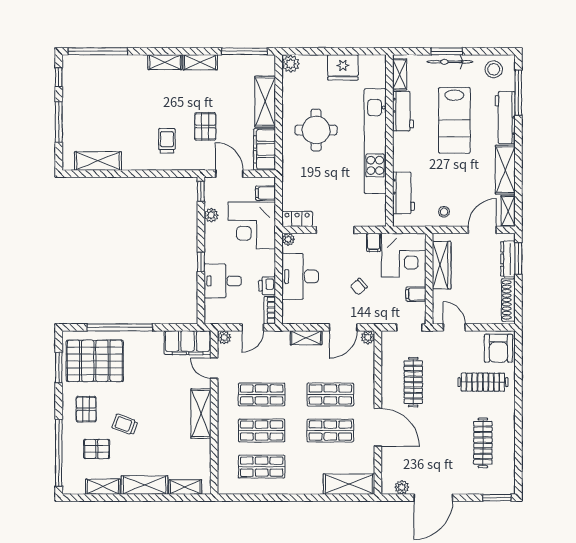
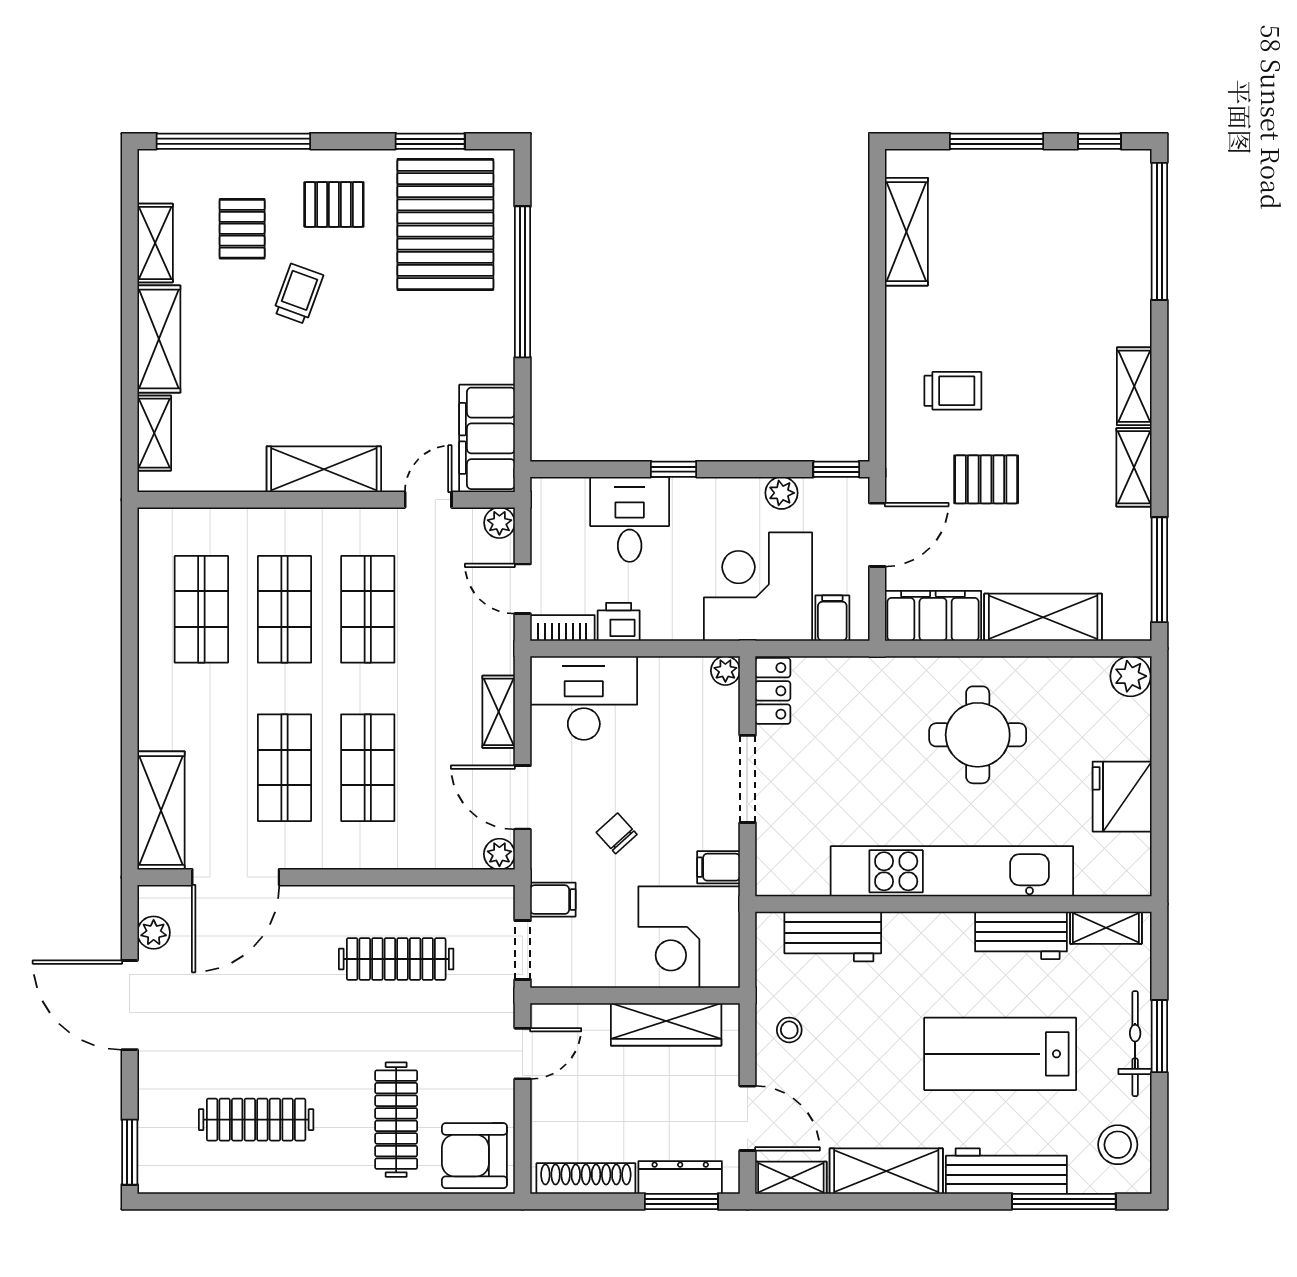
desk: (300, 276) -> (584, 698), moved
filing cabinet: (416, 294) -> (553, 900), moved, turned 90
door: (378, 427) -> (236, 877), moved

